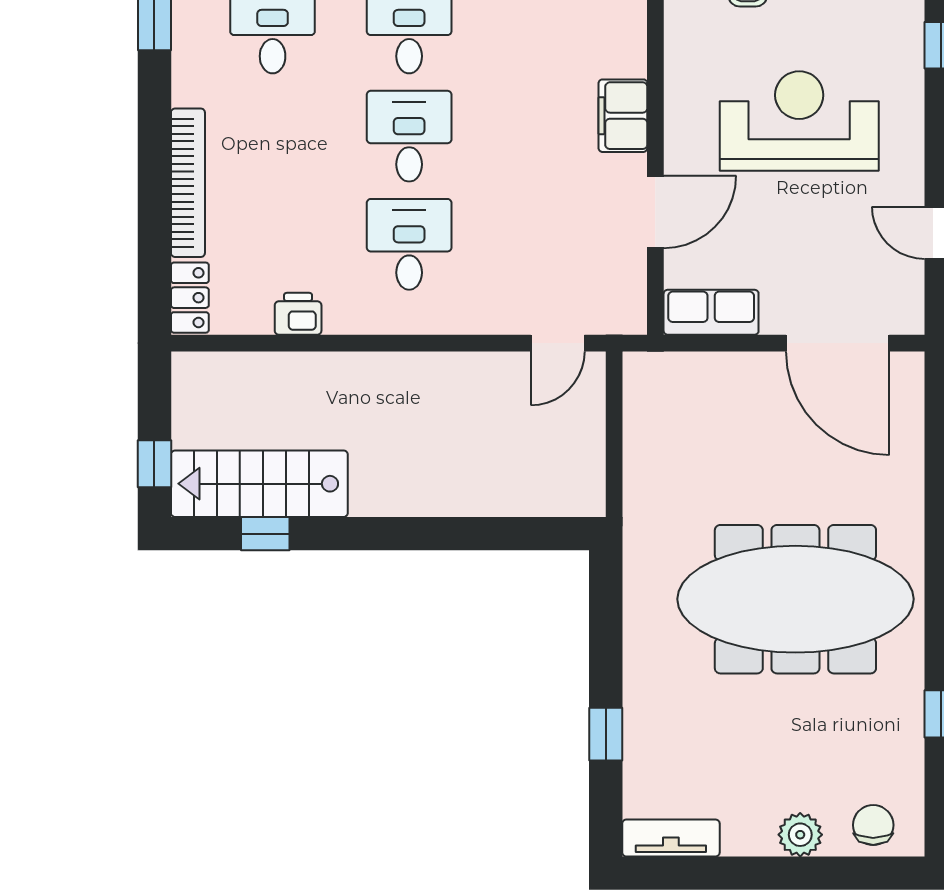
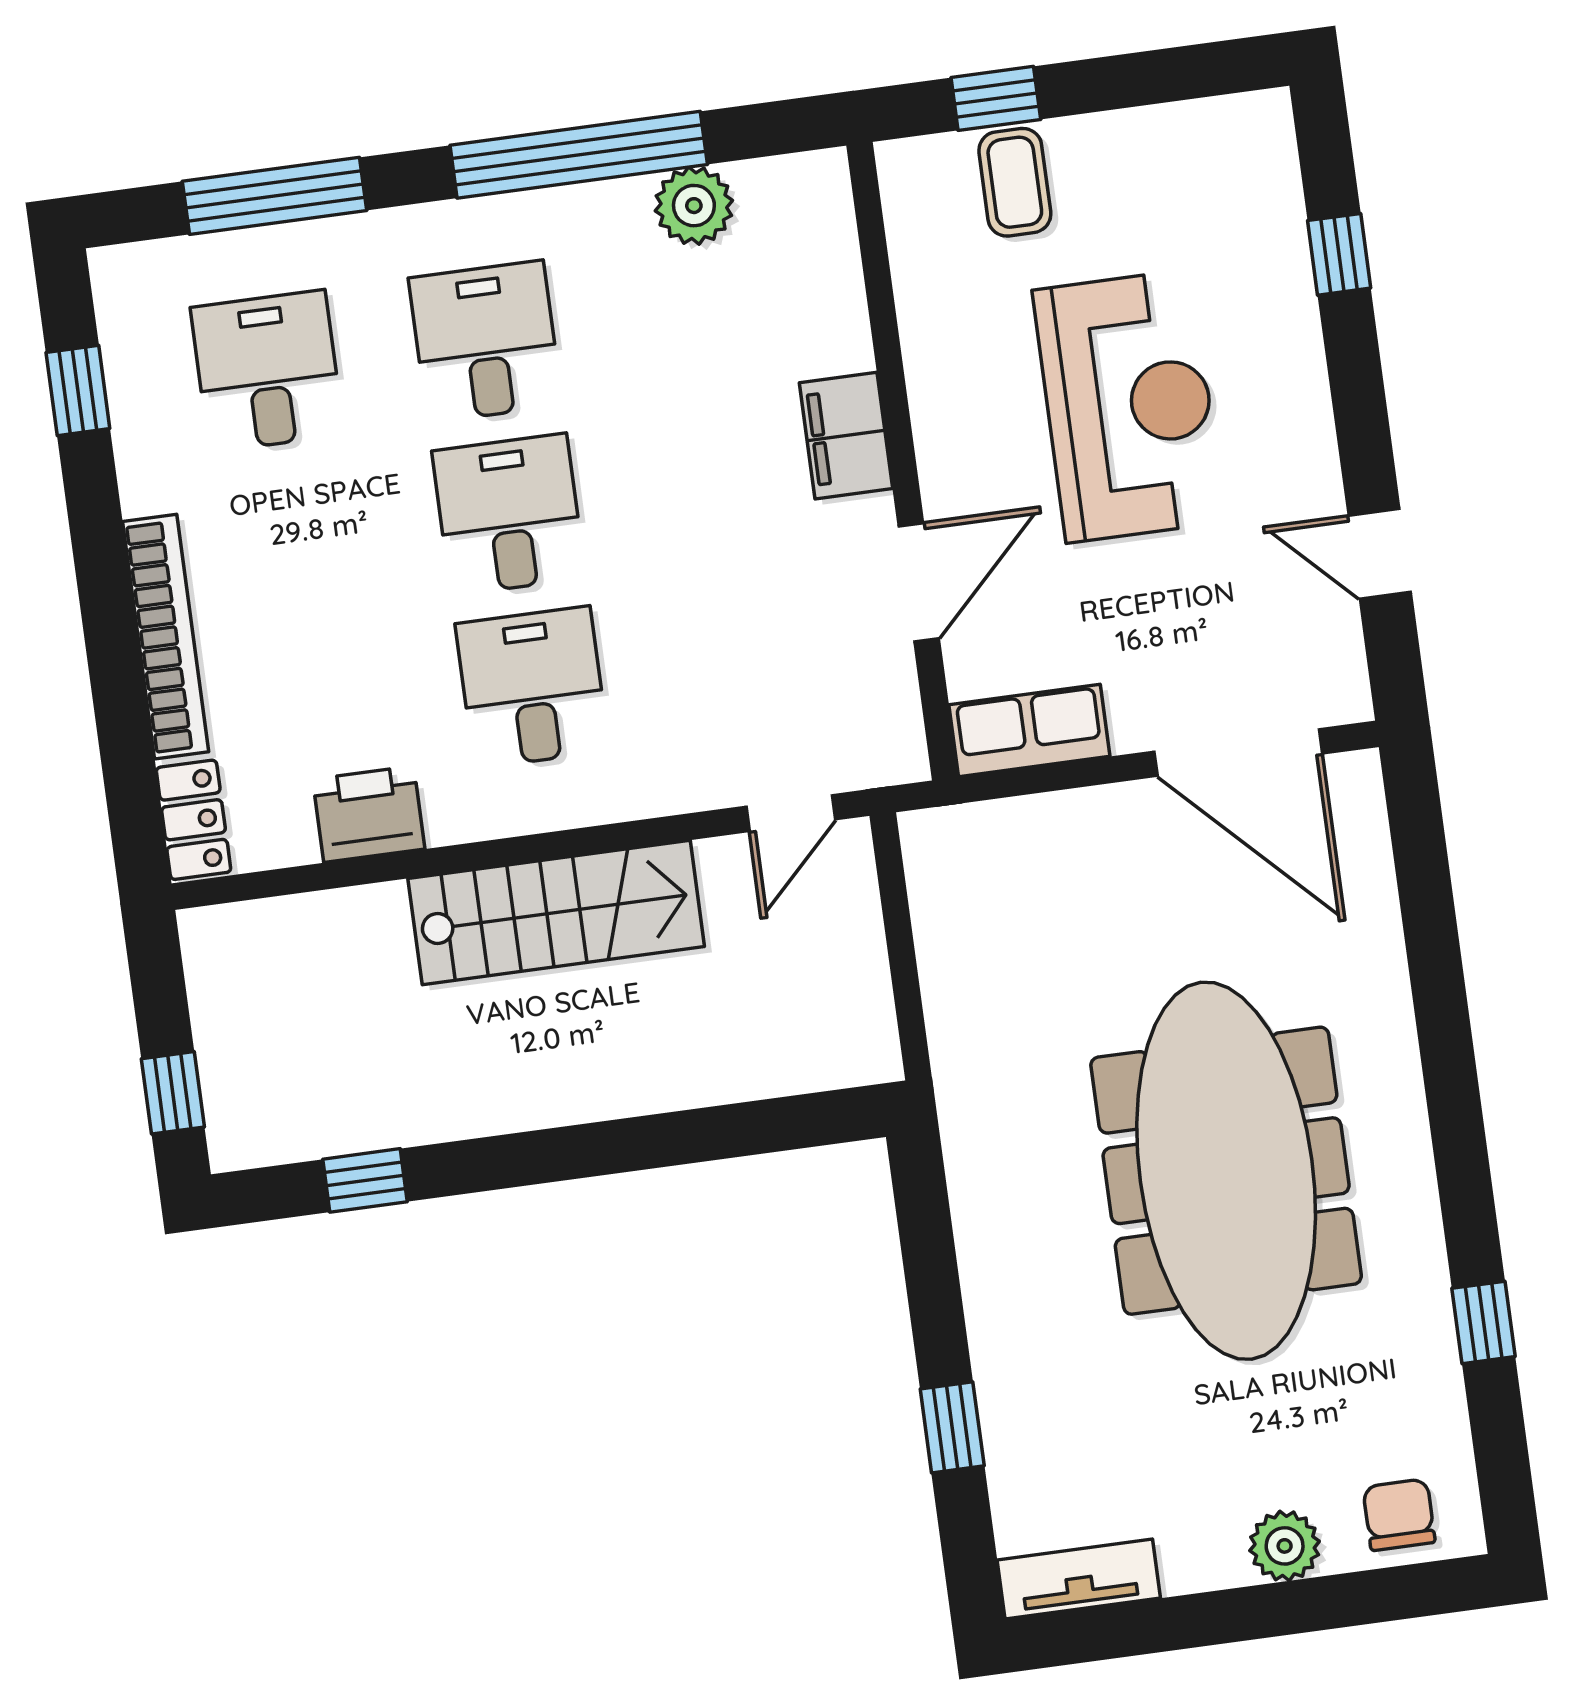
reception desk: (799, 121) -> (1129, 406), turned 90
printer: (298, 314) -> (369, 814), width x1.36, depth x1.24
stairs: (259, 484) -> (556, 912), moved, turned 180
meeting table: (795, 599) -> (1226, 1171), turned 90

